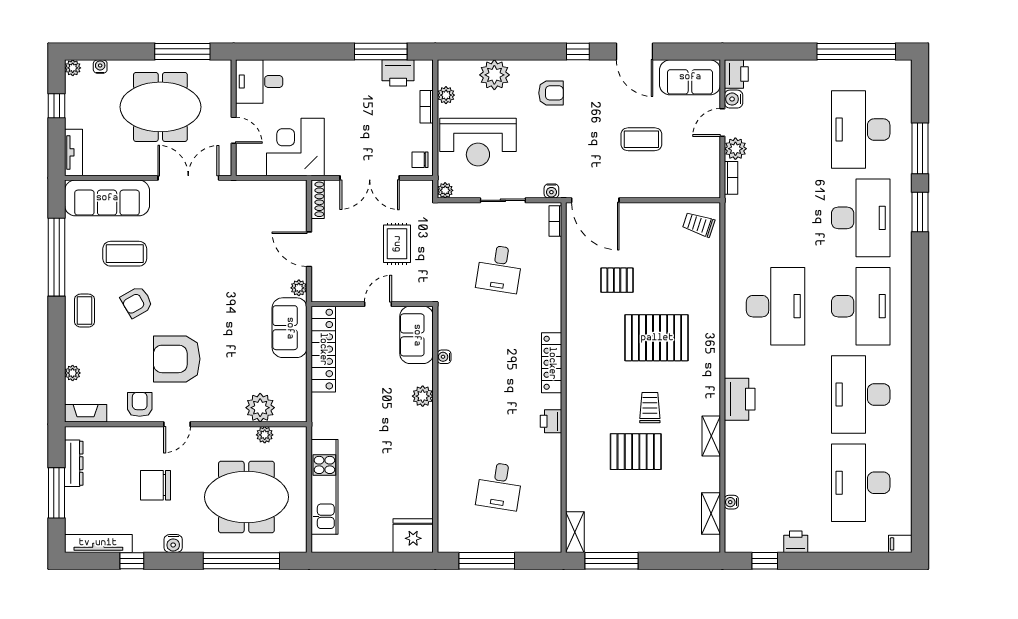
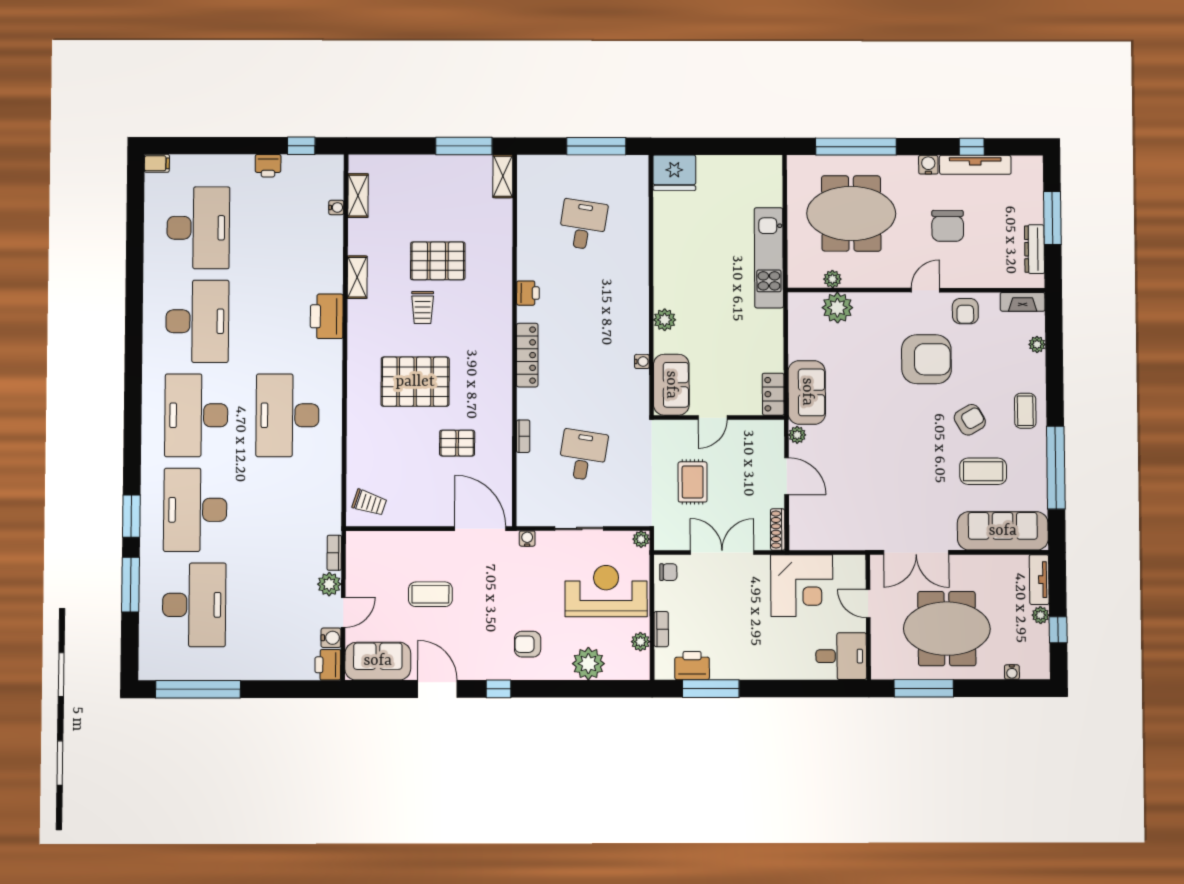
plant: (73, 68) -> (1040, 615), moved
bookcase: (555, 221) -> (523, 436), moved
locker: (323, 349) -> (773, 394), width x0.46, depth x0.83
chair: (155, 485) -> (948, 226), turned 90
kitchen unit: (324, 487) -> (769, 258), moved
tv unit: (98, 543) -> (975, 165), moved

